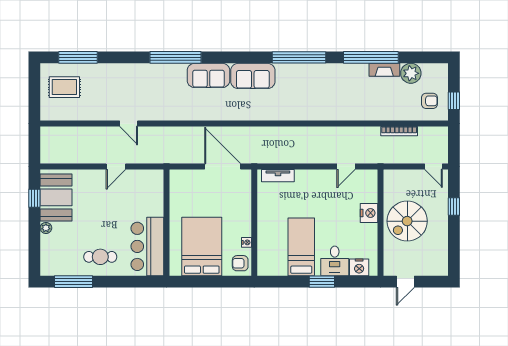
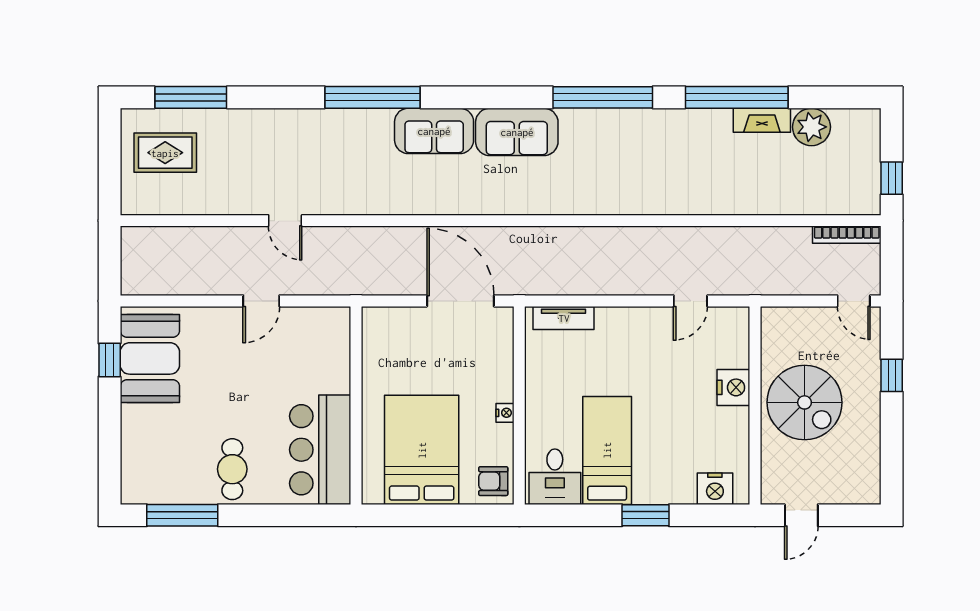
armchair: (429, 101) -> (846, 178), removed
bookcase: (399, 131) -> (847, 235), moved
spiral stairs: (407, 221) -> (805, 402), turned -90
plant: (46, 228) -> (131, 415), removed
nightstand: (247, 242) -> (505, 413), moved
cafe table: (100, 257) -> (232, 469), turned 90
desk: (335, 261) -> (555, 477), moved

